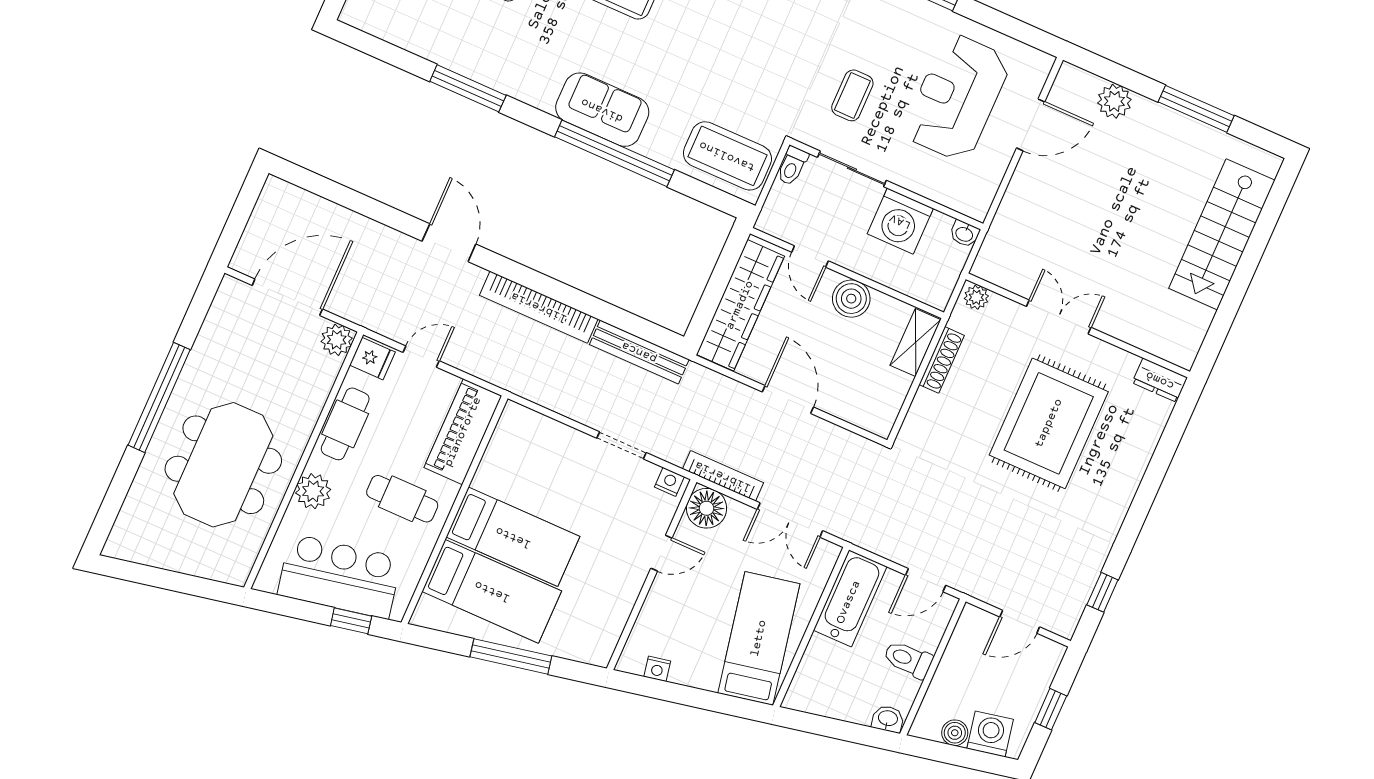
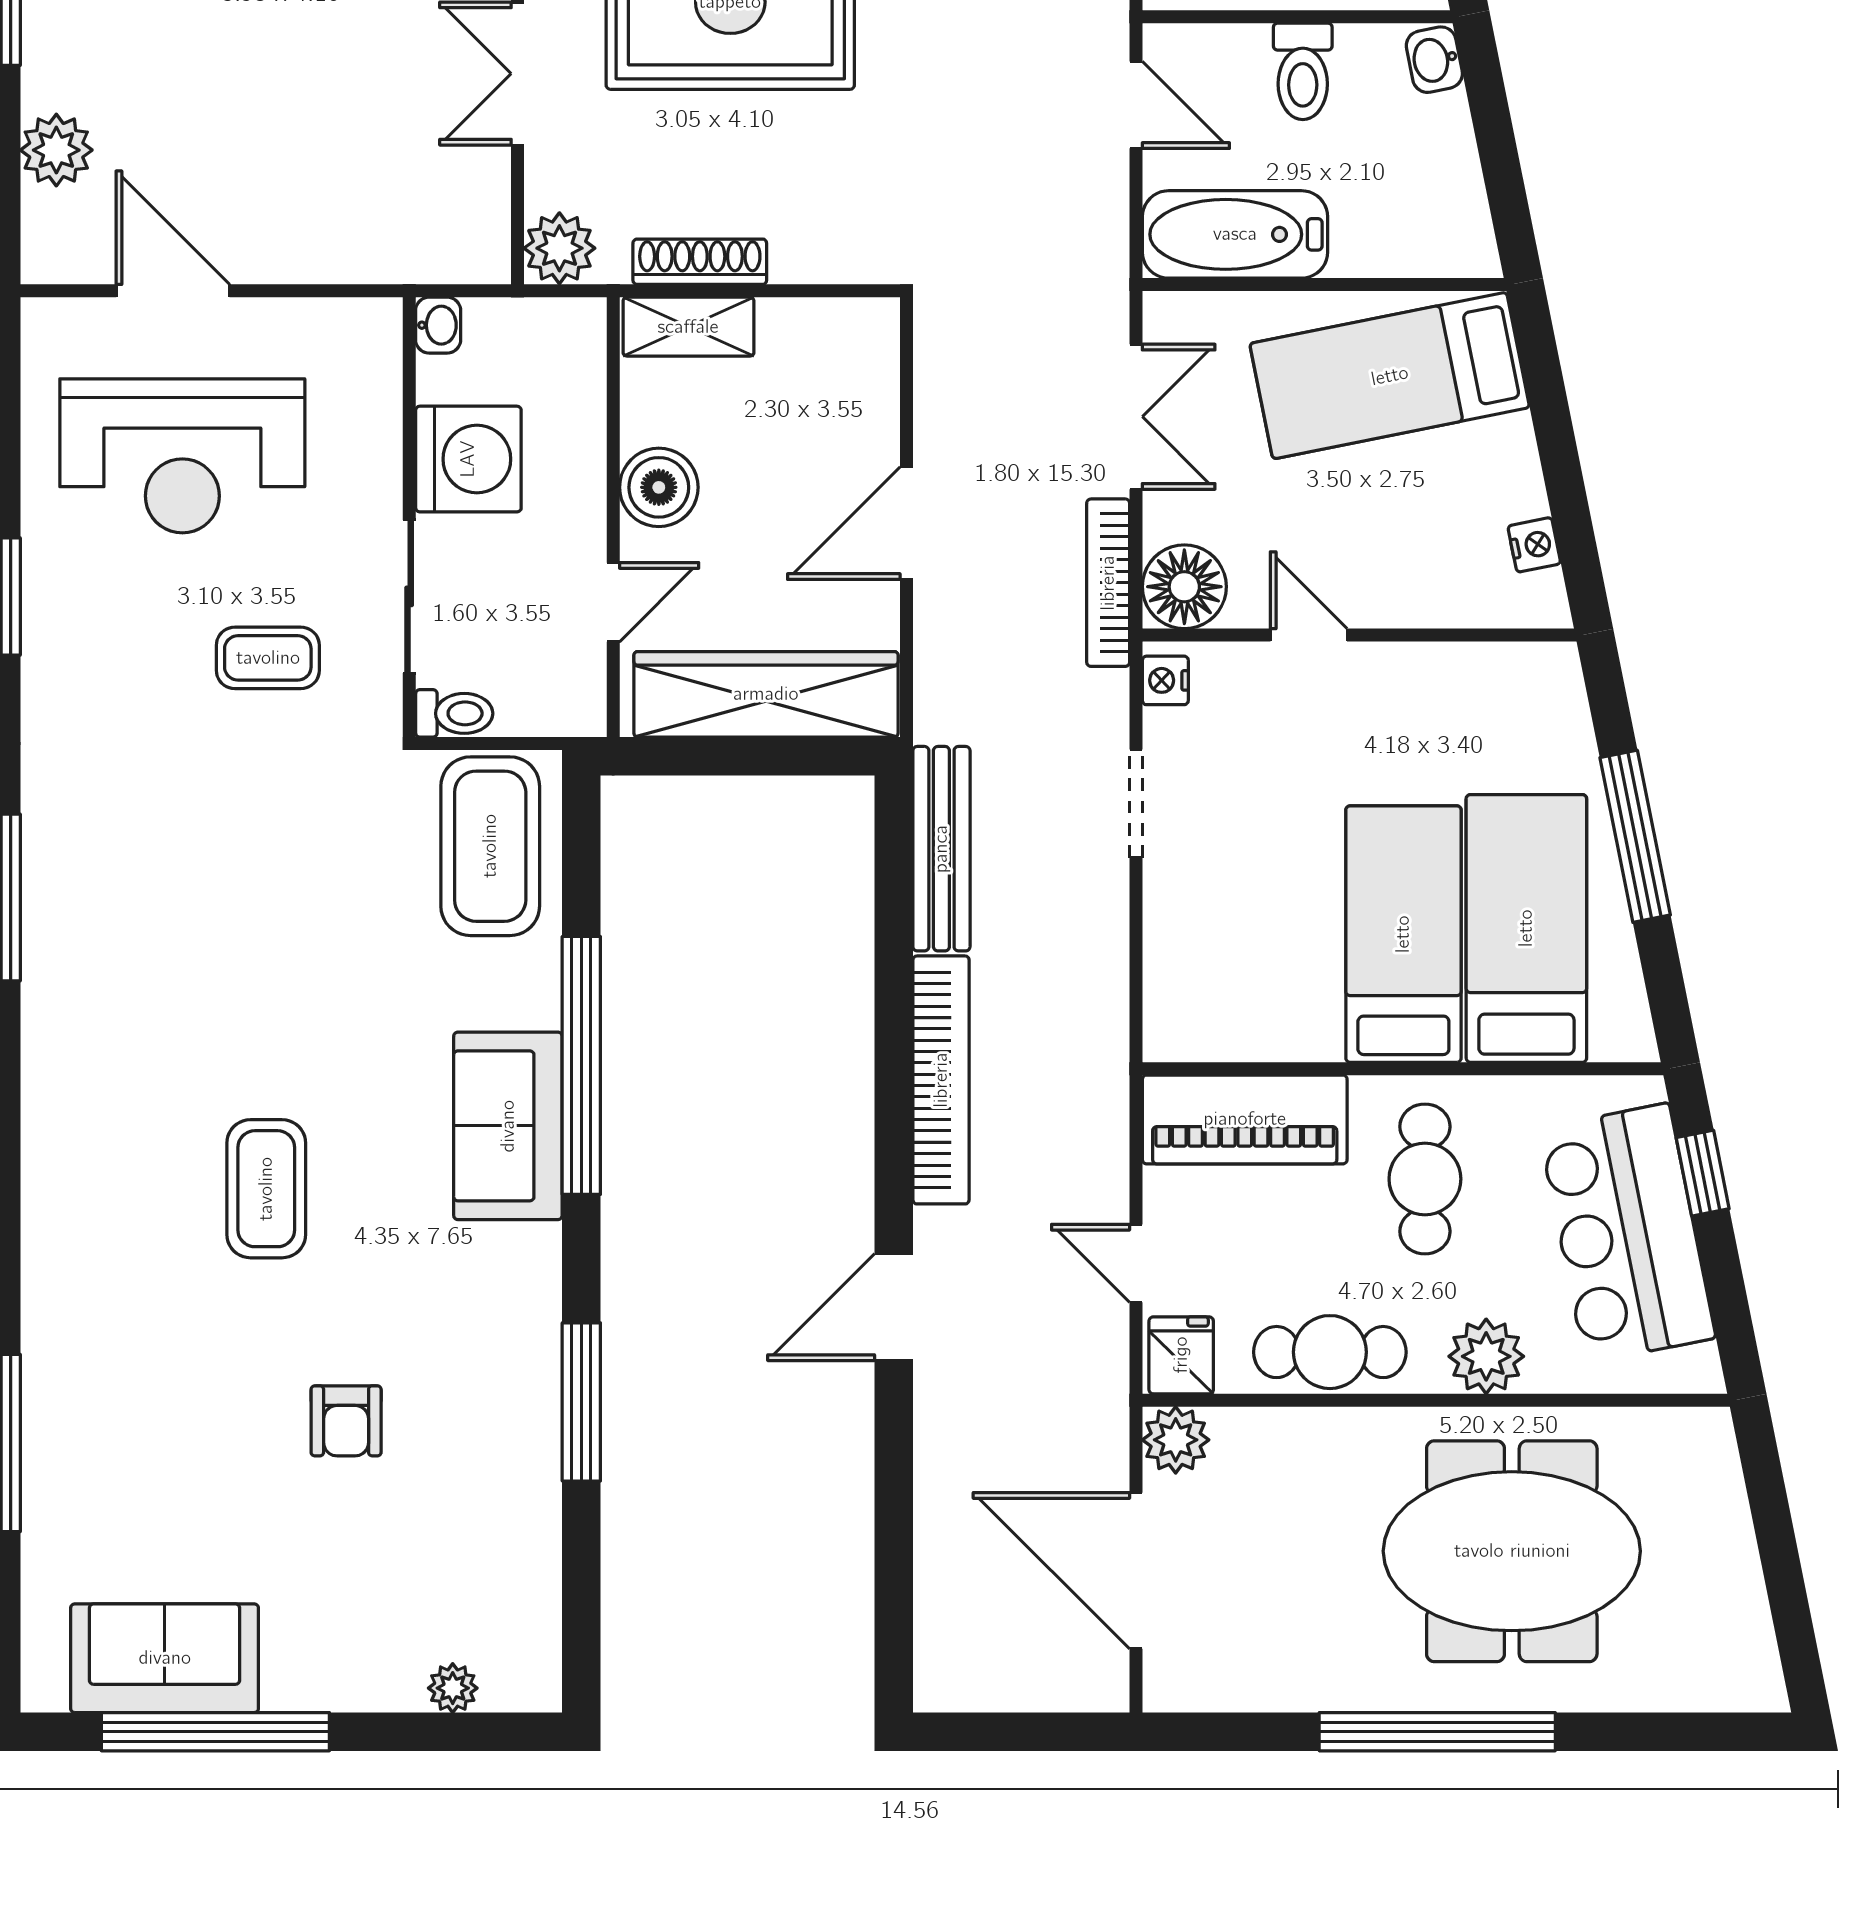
plant: (976, 297) -> (559, 248), width x1.38, depth x1.38

